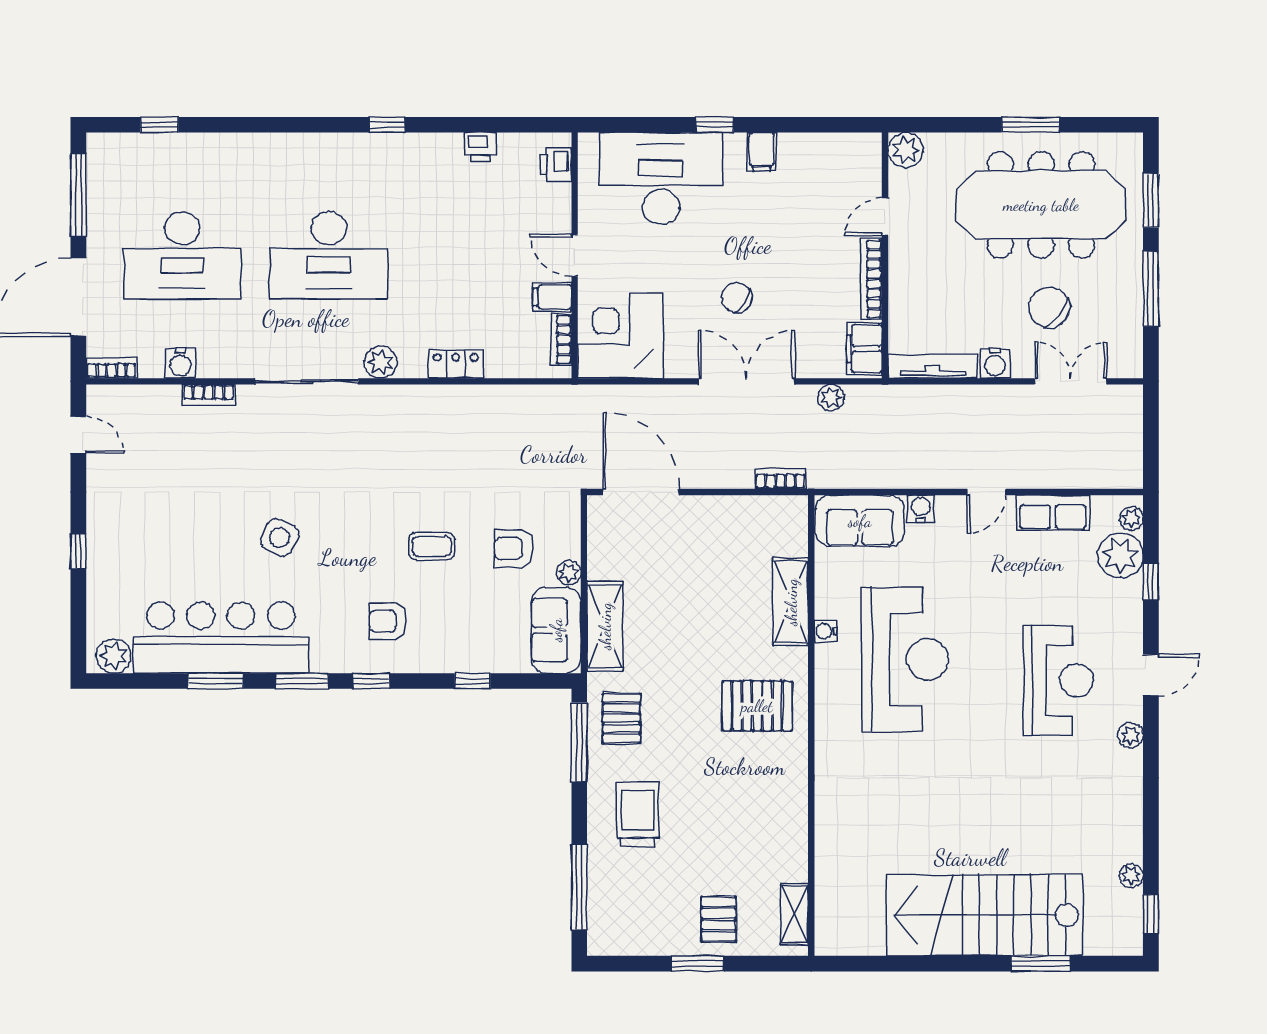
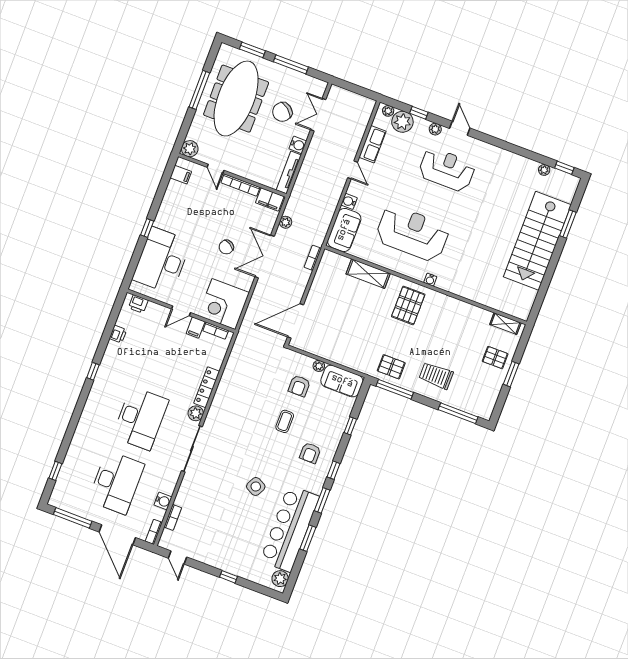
window: (1031, 125) -> (199, 90), width x1.44
filing cabinet: (762, 152) -> (181, 175), moved
locker: (456, 364) -> (207, 387), width x1.53
bookcase: (209, 395) -> (173, 517), moved
door: (78, 435) -> (178, 558), swing flipped
shelving: (605, 626) -> (348, 359), removed
water cooler: (825, 631) -> (430, 280), moved
plant: (1130, 735) -> (435, 129), moved

